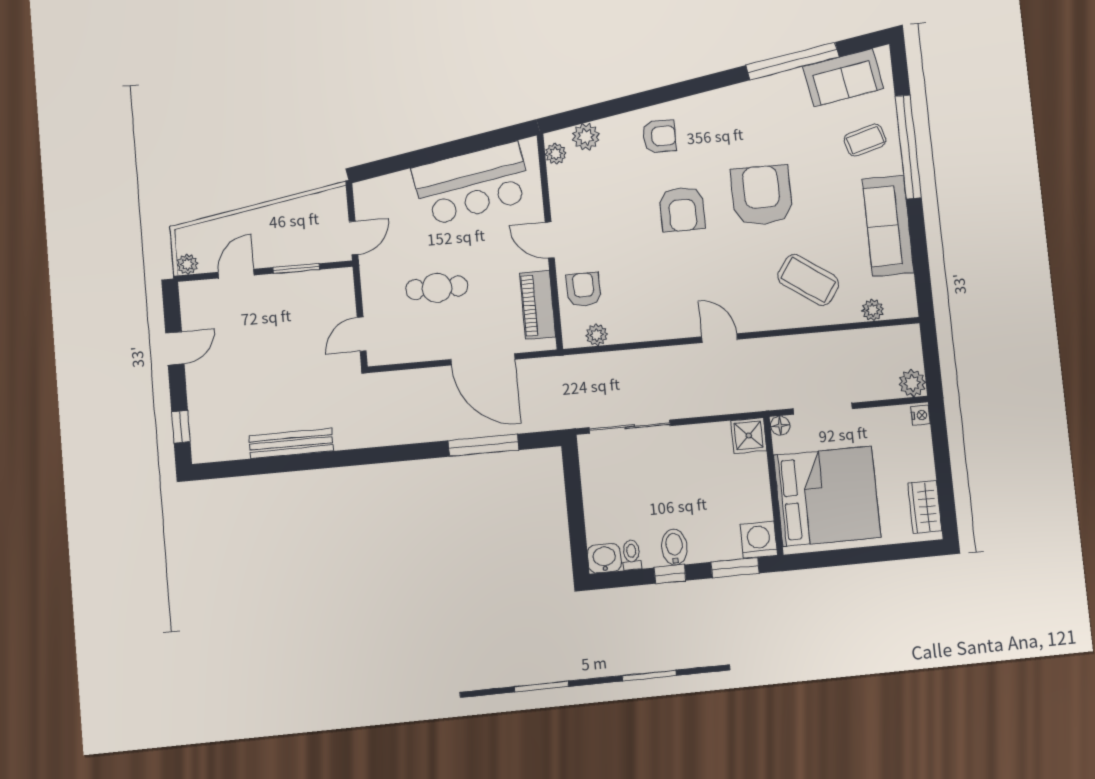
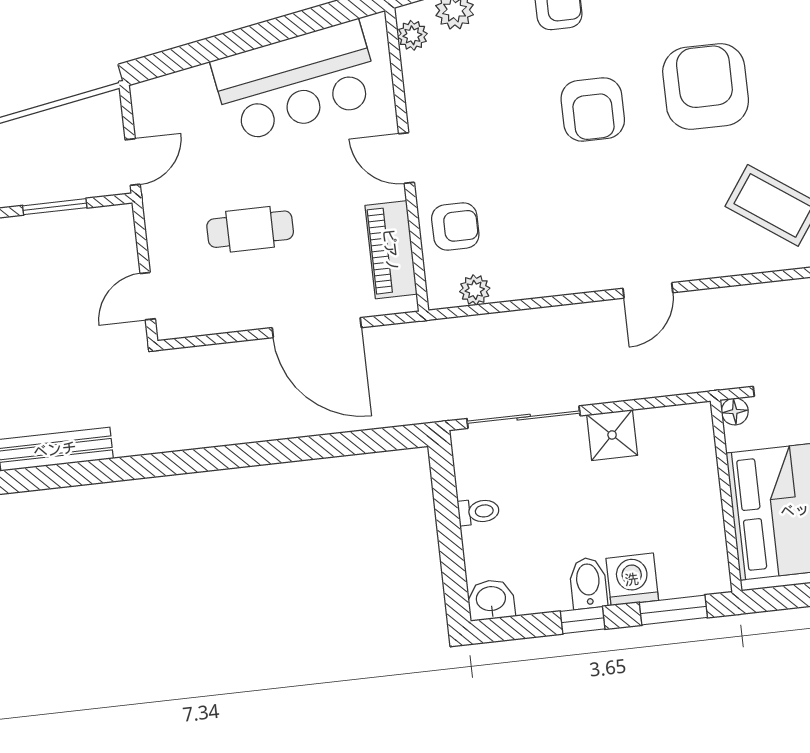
armchair: (584, 289) -> (455, 226), turned 91
door: (720, 338) -> (648, 290), swing flipped
shower: (749, 435) -> (612, 435), moved
window: (483, 445) -> (320, 447), removed
washing machine: (759, 540) -> (632, 579), moved
toilet: (632, 555) -> (479, 512), moved, turned 90

